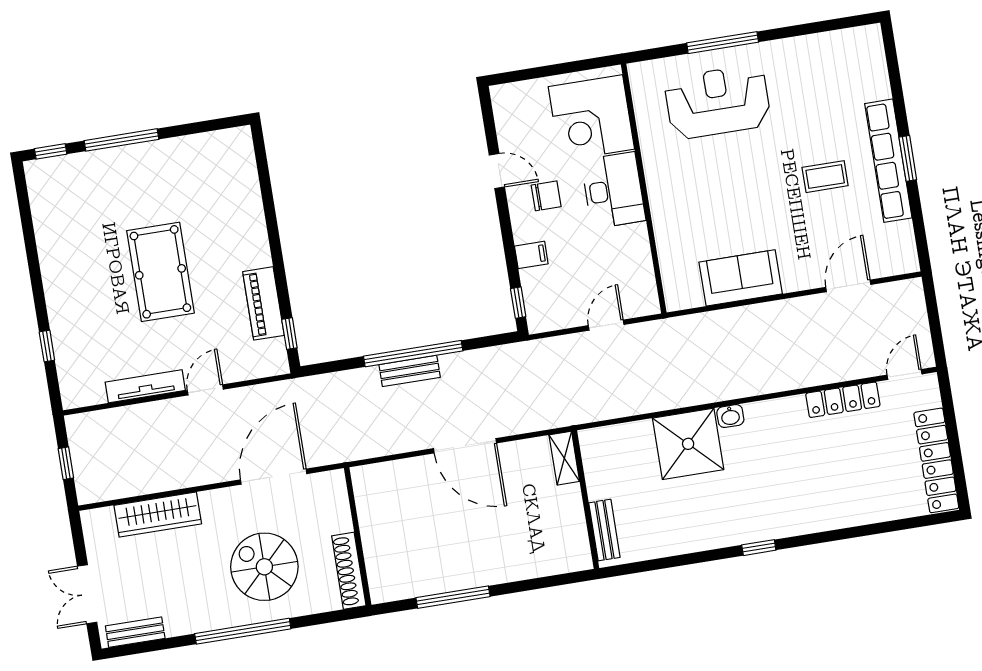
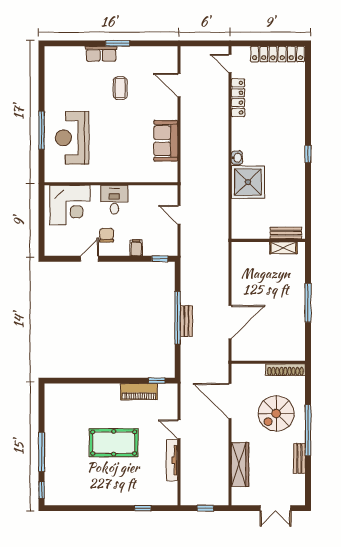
row of seats: (888, 161) -> (101, 54), width x0.50
desk: (613, 190) -> (114, 200), width x0.73
door: (465, 446) -> (230, 322), moved
shelving: (564, 458) -> (283, 248), moved
window: (453, 597) -> (308, 303), moved
bench: (135, 632) -> (299, 458), moved

